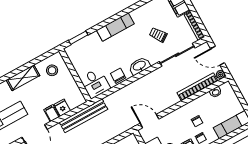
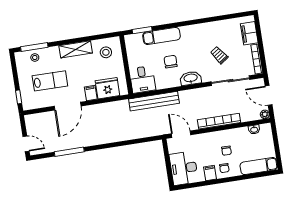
exam couch: (115, 27) -> (161, 36), moved
chair: (118, 76) -> (171, 62), moved
bookcase: (197, 87) -> (219, 121), moved
fridge: (62, 108) -> (107, 88), width x1.88, depth x1.34
bench: (83, 116) -> (154, 101), moved

